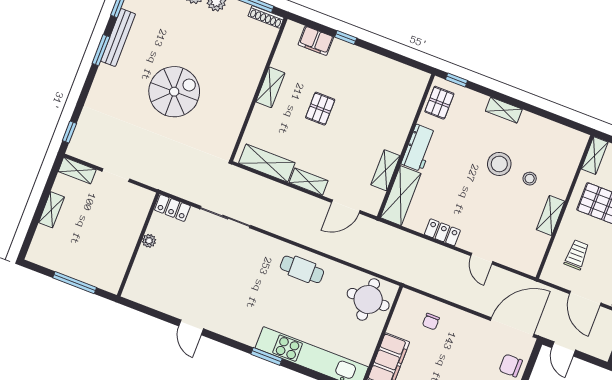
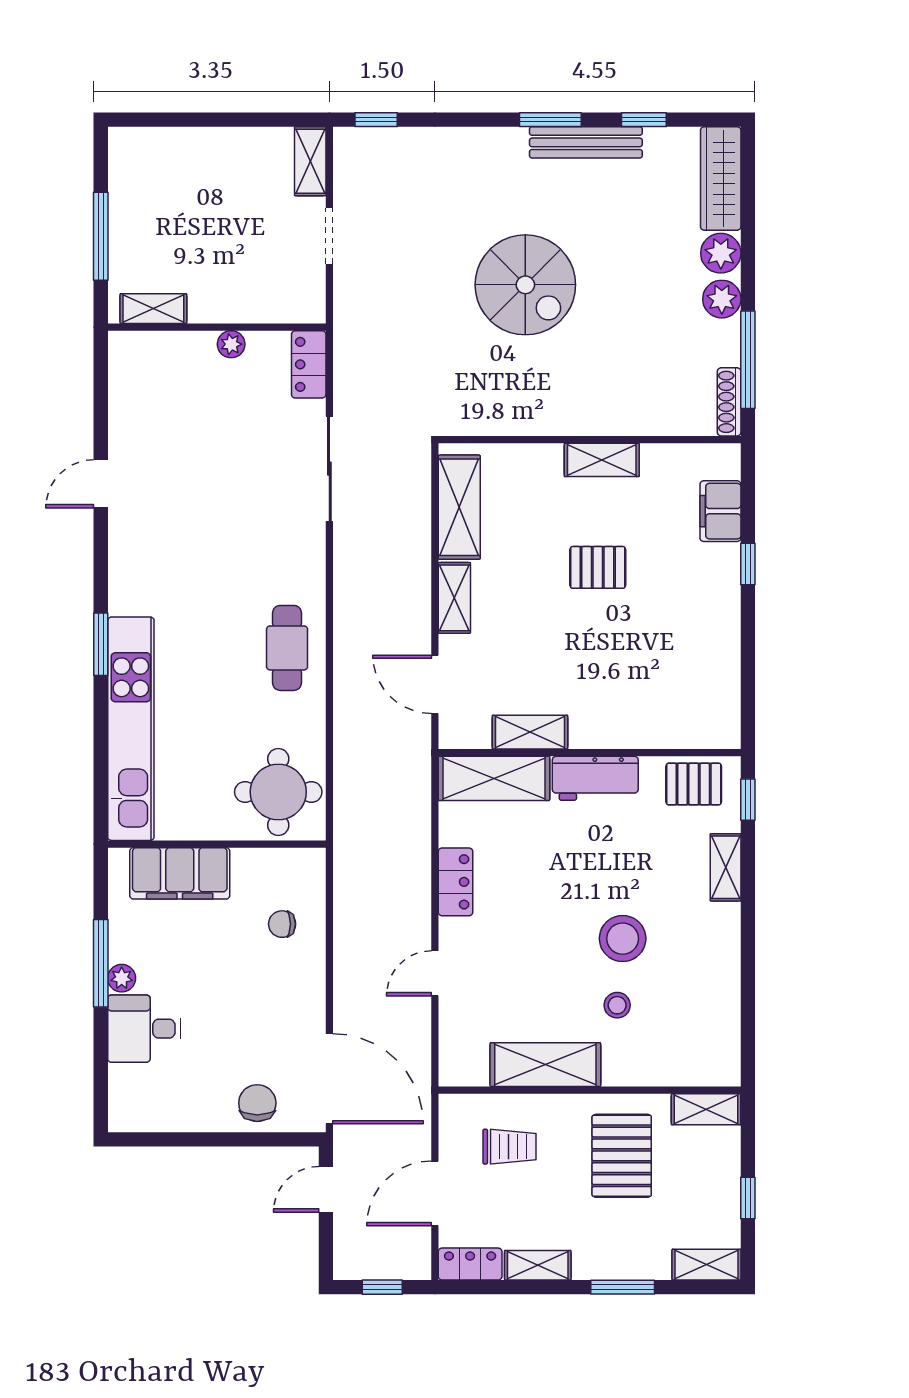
shelving: (504, 110) -> (726, 867), moved
shelving: (51, 210) -> (153, 309), moved
shelving: (550, 215) -> (545, 1065), width x1.50, depth x1.33

